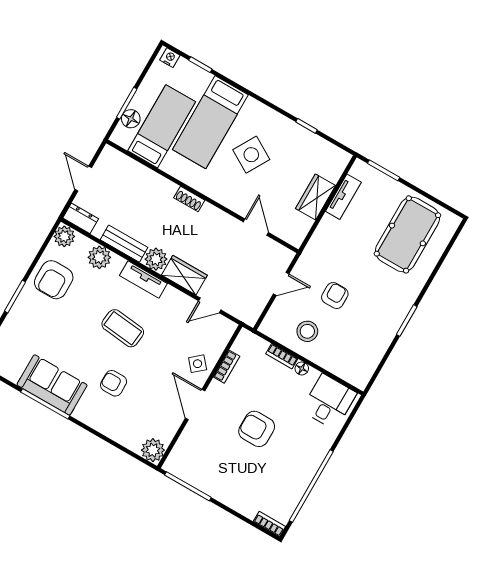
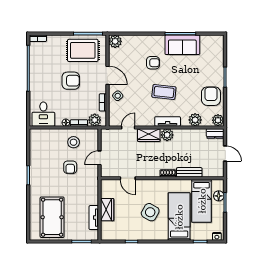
bench: (124, 244) -> (189, 172), moved
plant: (255, 347) -> (95, 120), added
rug: (211, 465) -> (83, 50), added

